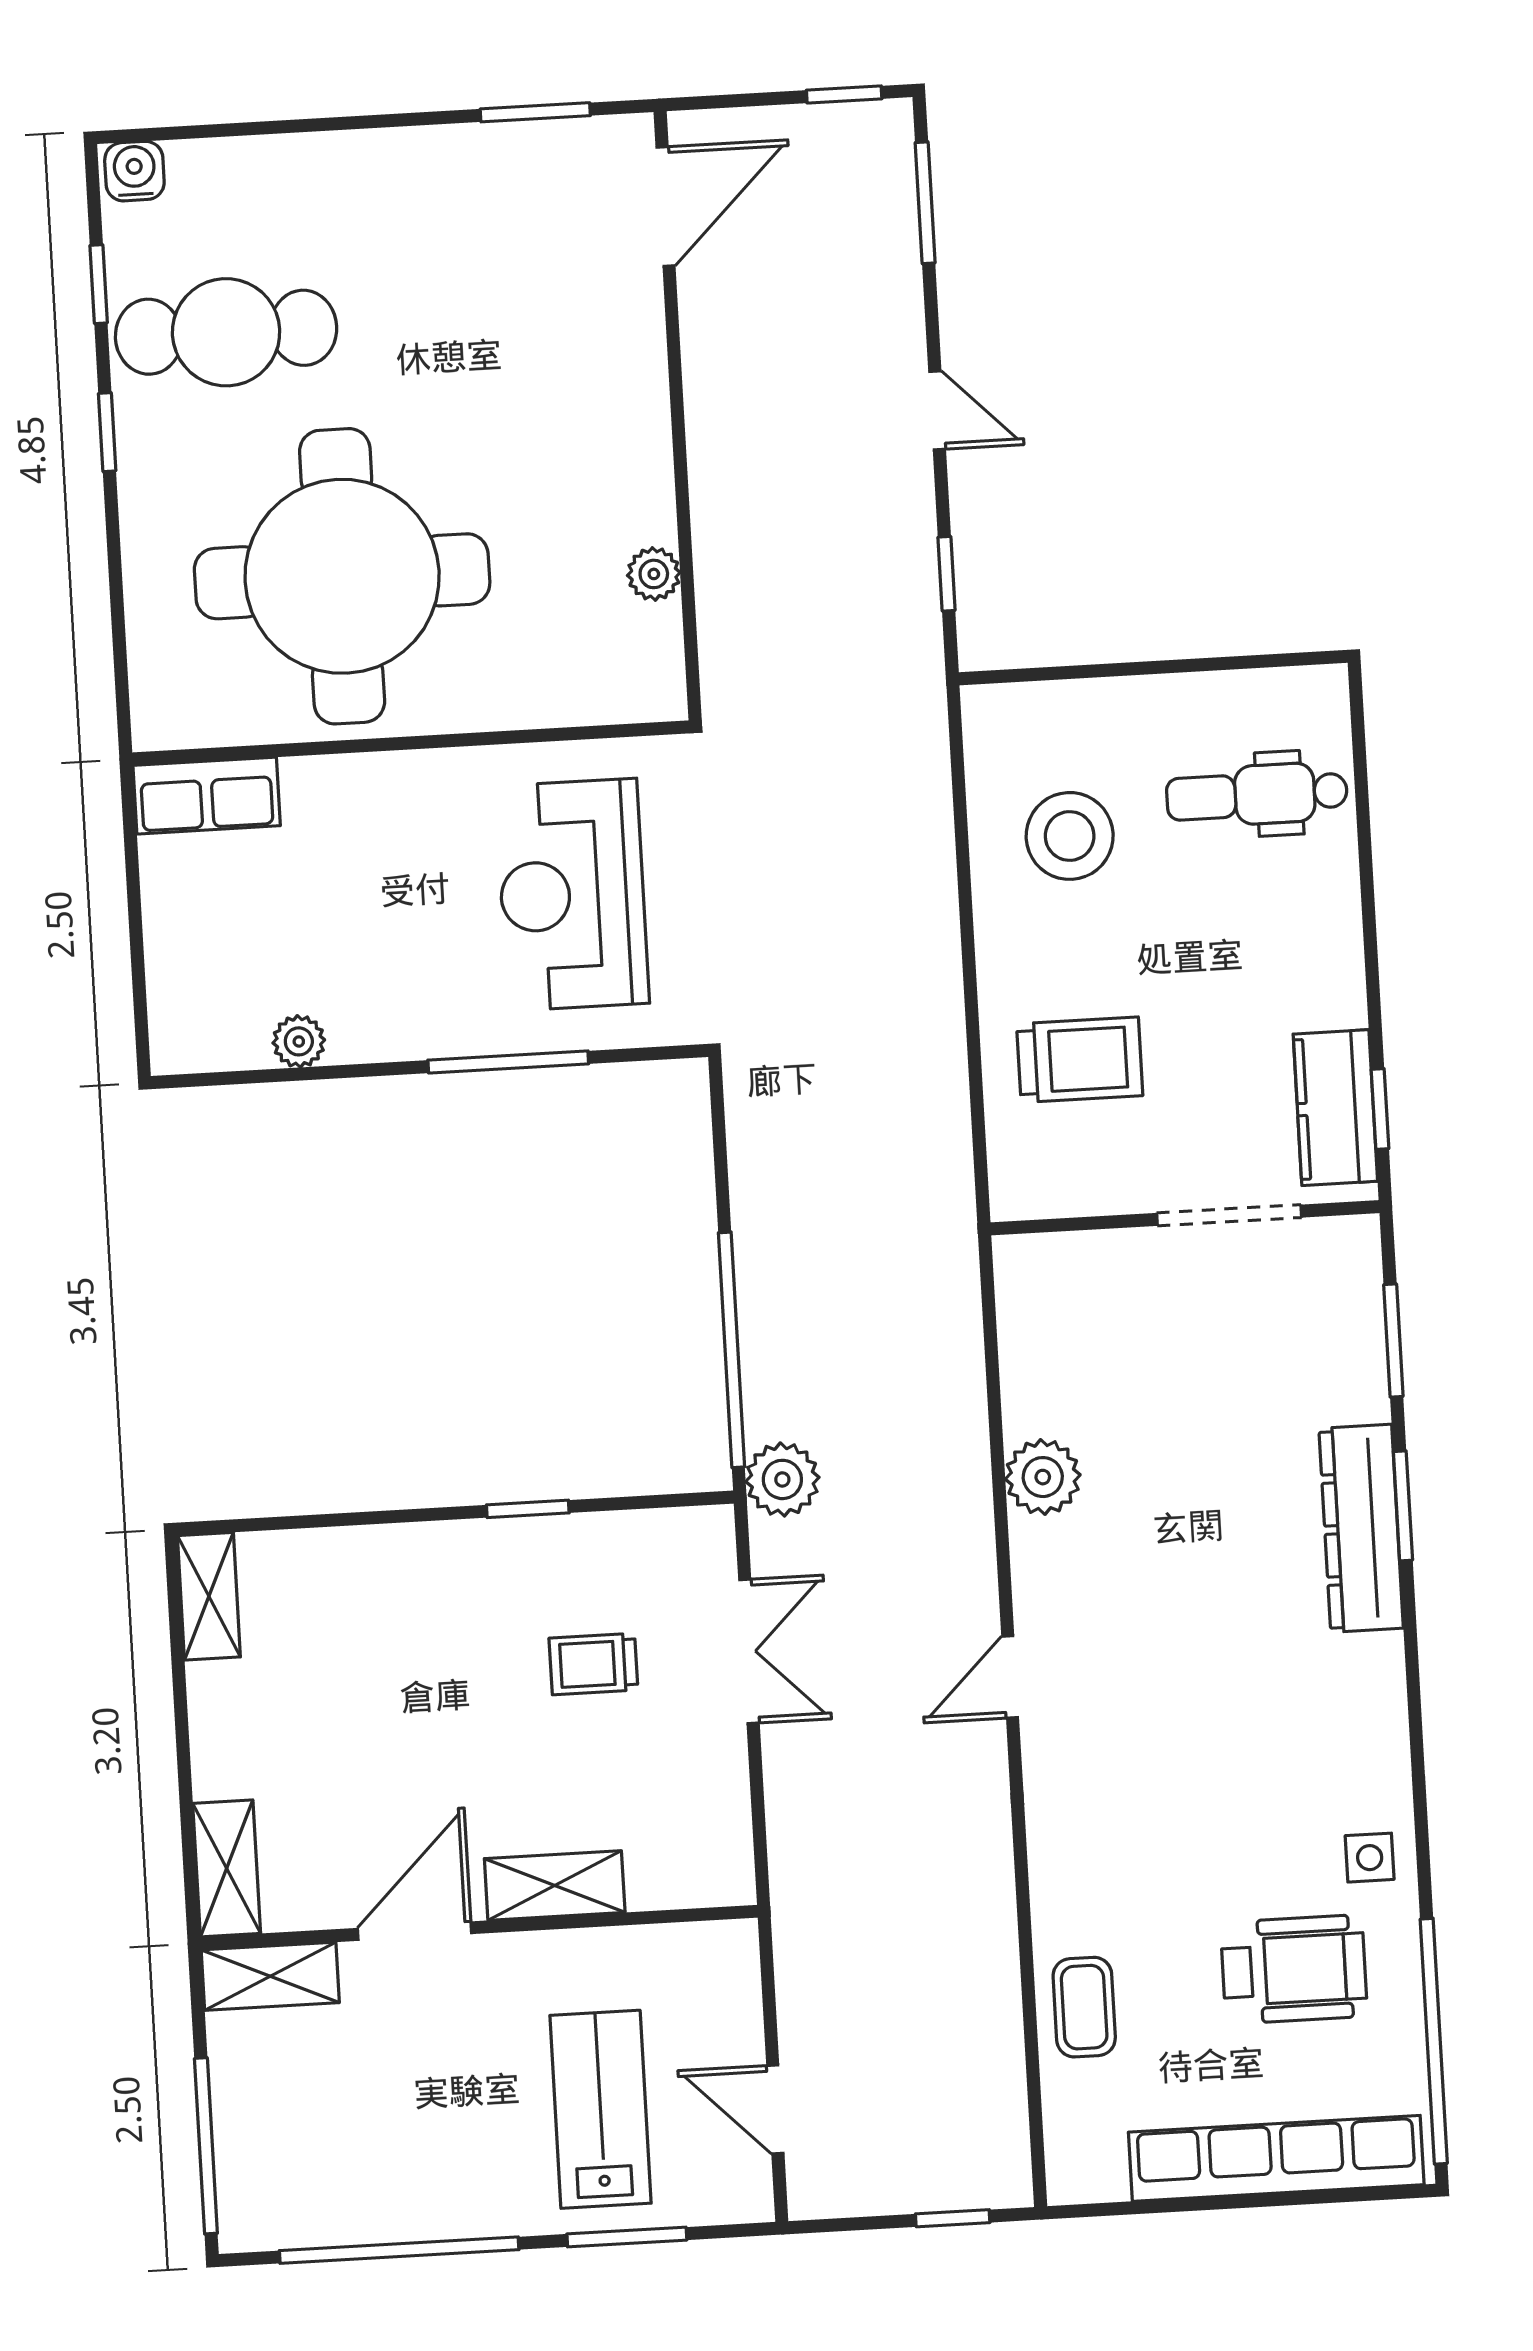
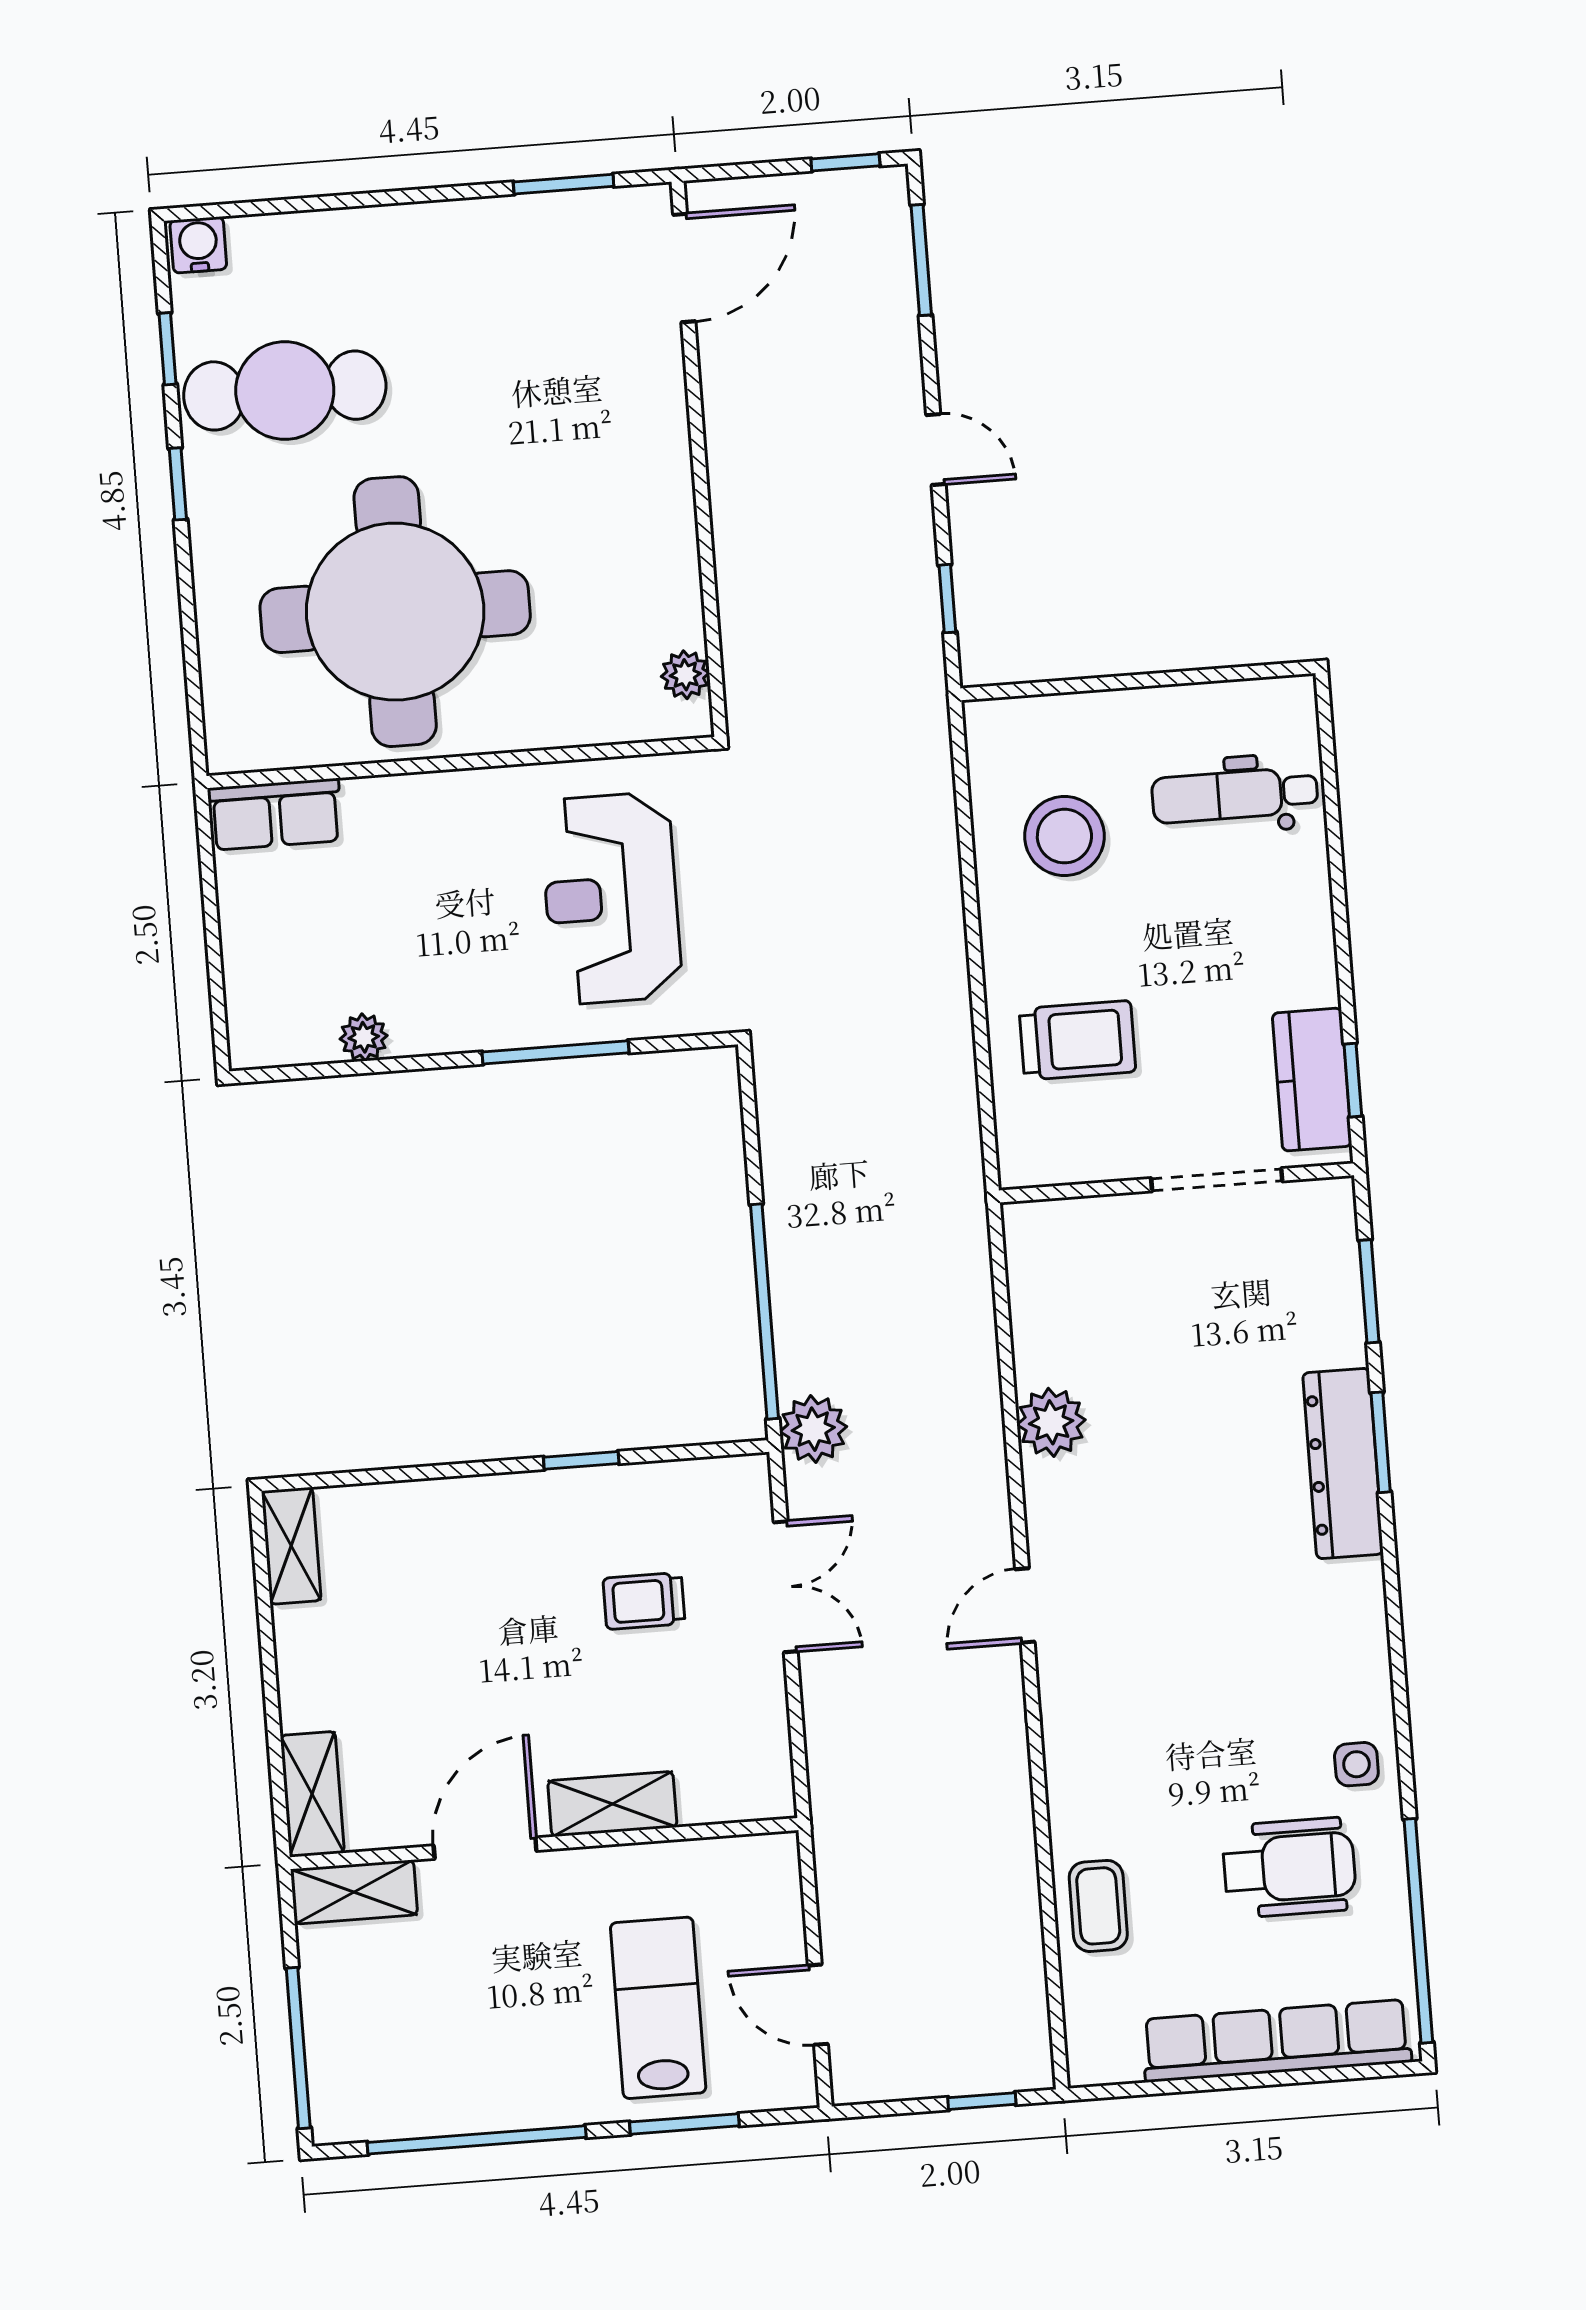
plant: (654, 574) -> (685, 675), moved

